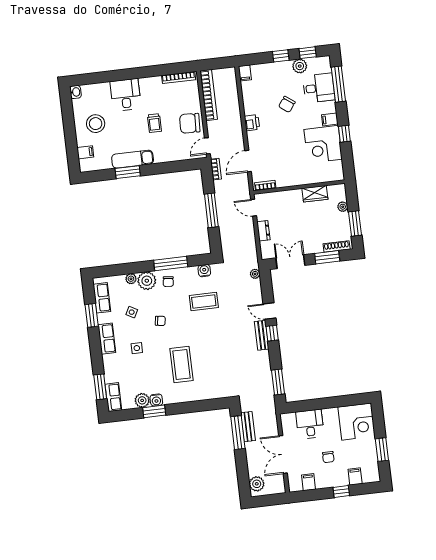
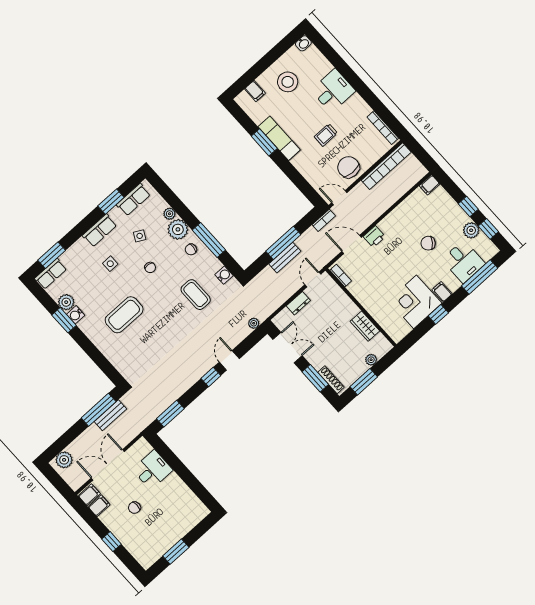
printer: (252, 123) -> (374, 237), moved
bench: (262, 335) -> (285, 258), moved
corner desk: (356, 422) -> (185, 510), removed
filing cabinet: (355, 476) -> (89, 495), moved

